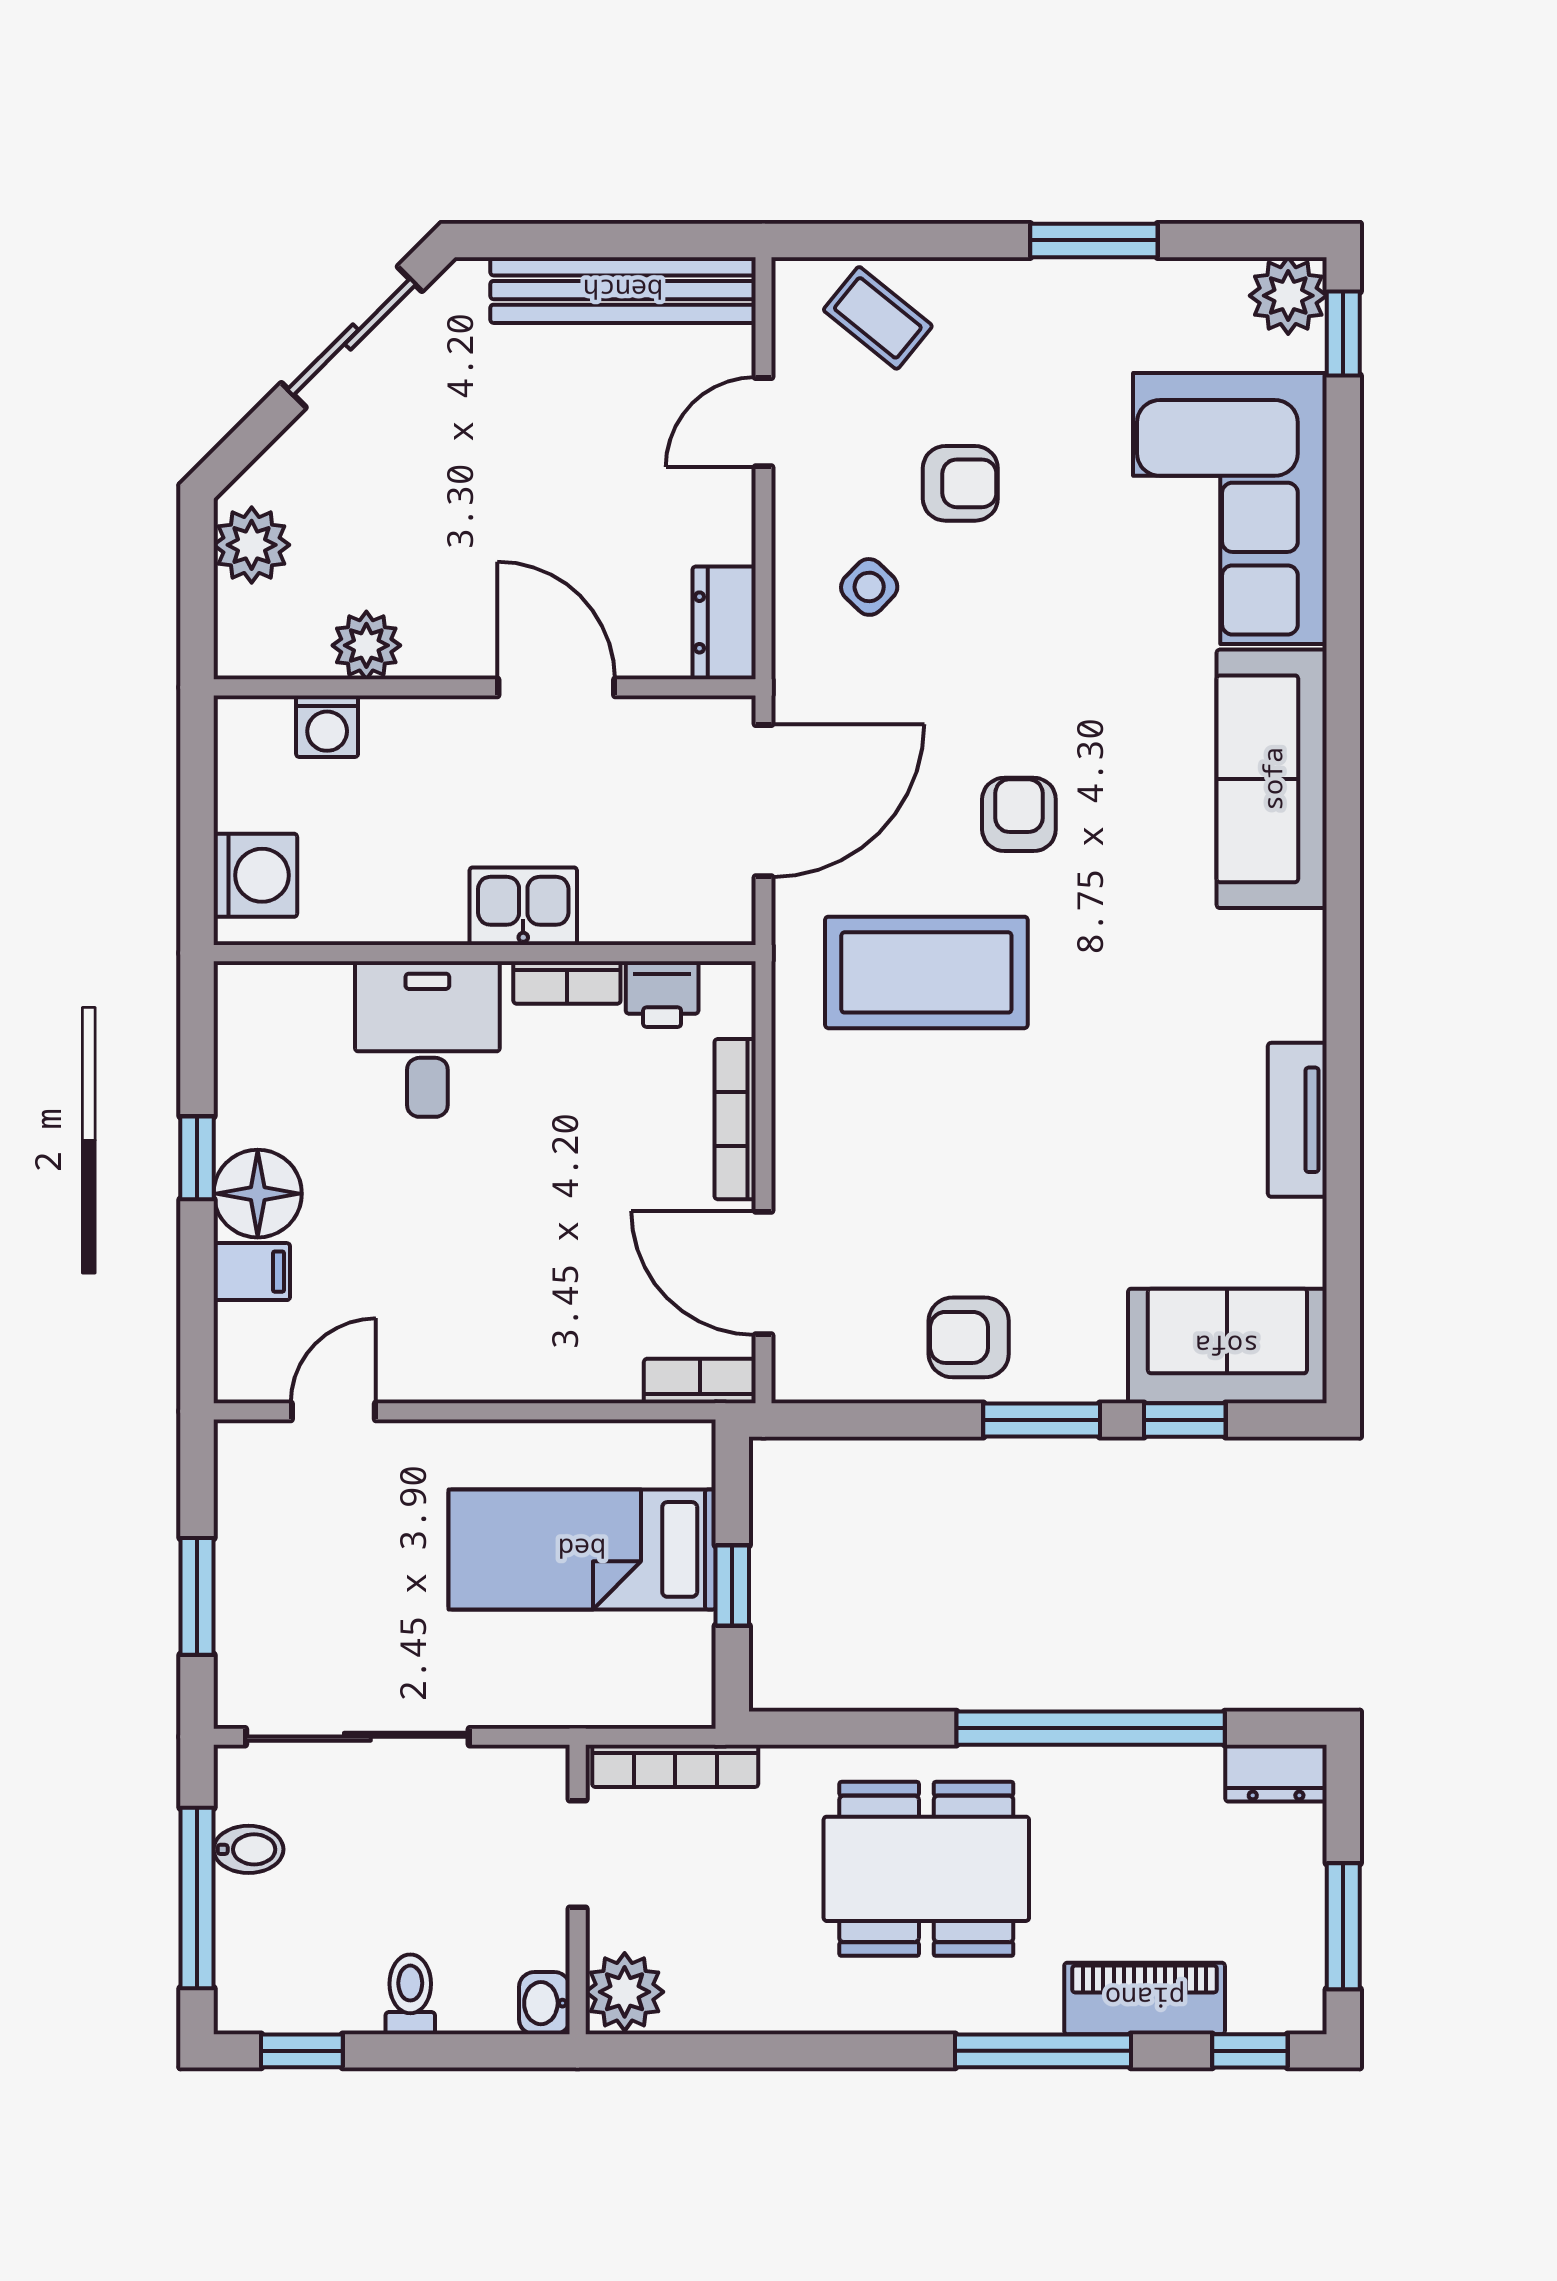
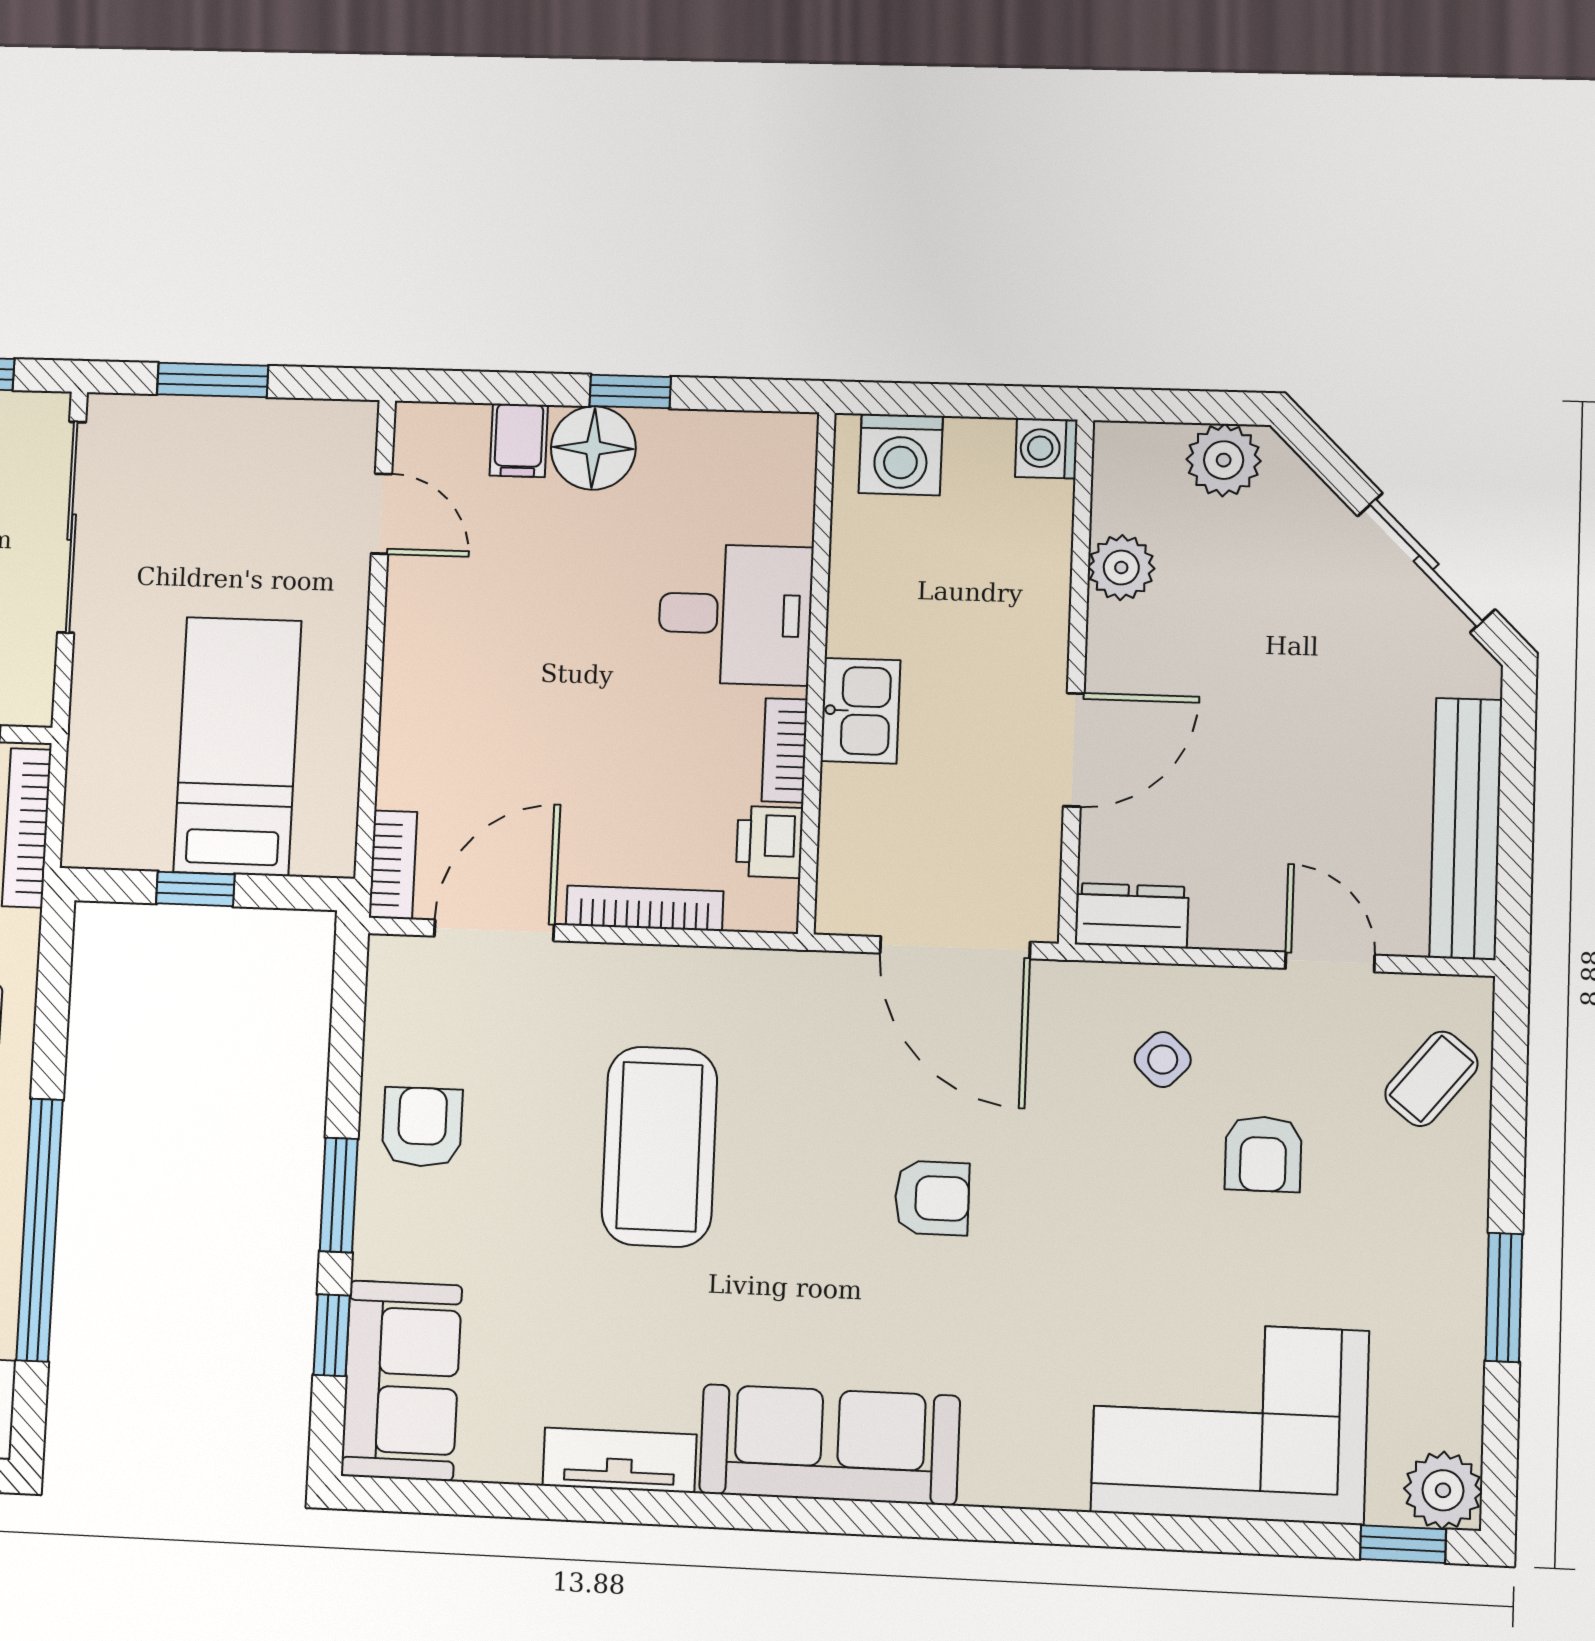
washing machine: (327, 726) -> (1046, 448), moved
sofa: (1272, 779) -> (830, 1445), moved
coffee table: (926, 972) -> (659, 1147), moved

